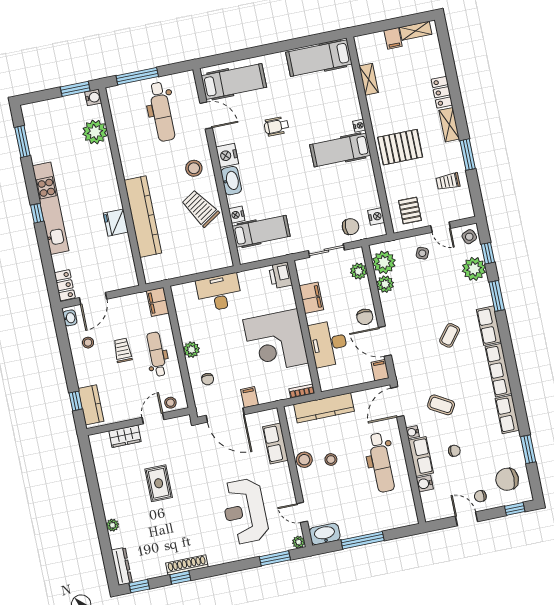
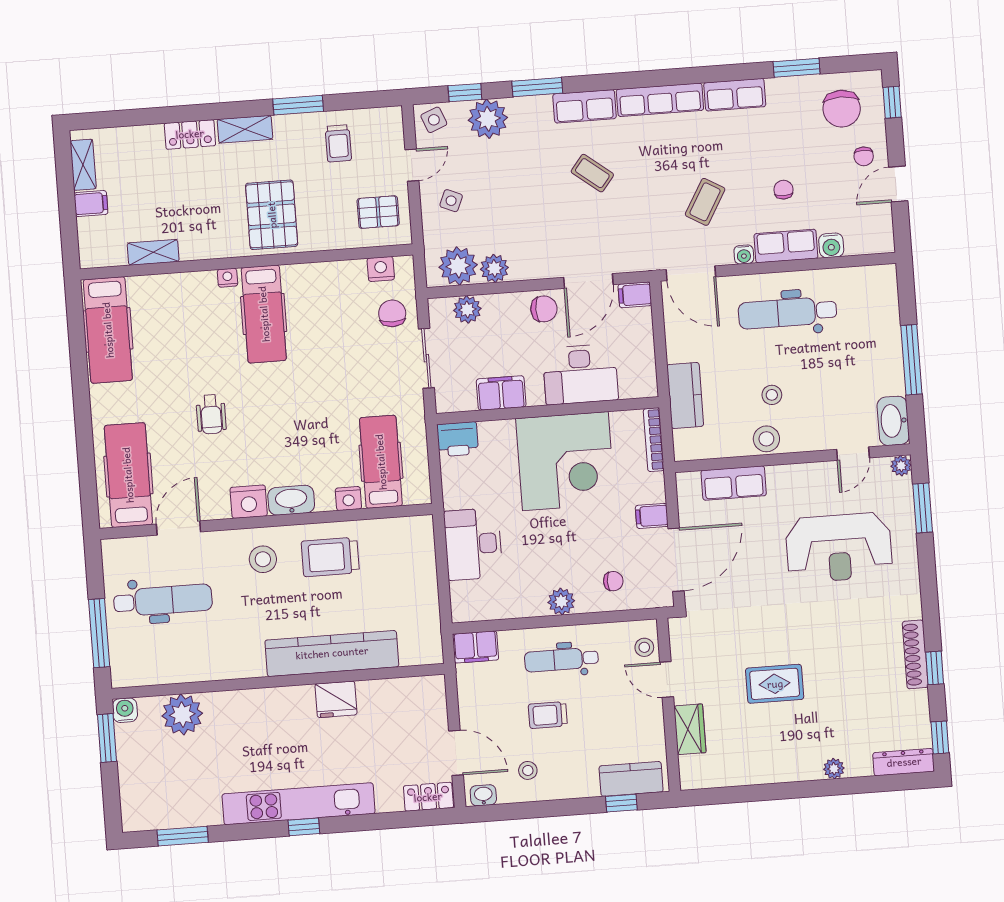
trolley: (200, 208) -> (330, 557), turned 33
bookcase: (302, 391) -> (654, 440), width x1.56
kitchen counter: (324, 408) -> (685, 395), width x0.67
dental chair: (381, 463) -> (788, 313), turned 180

